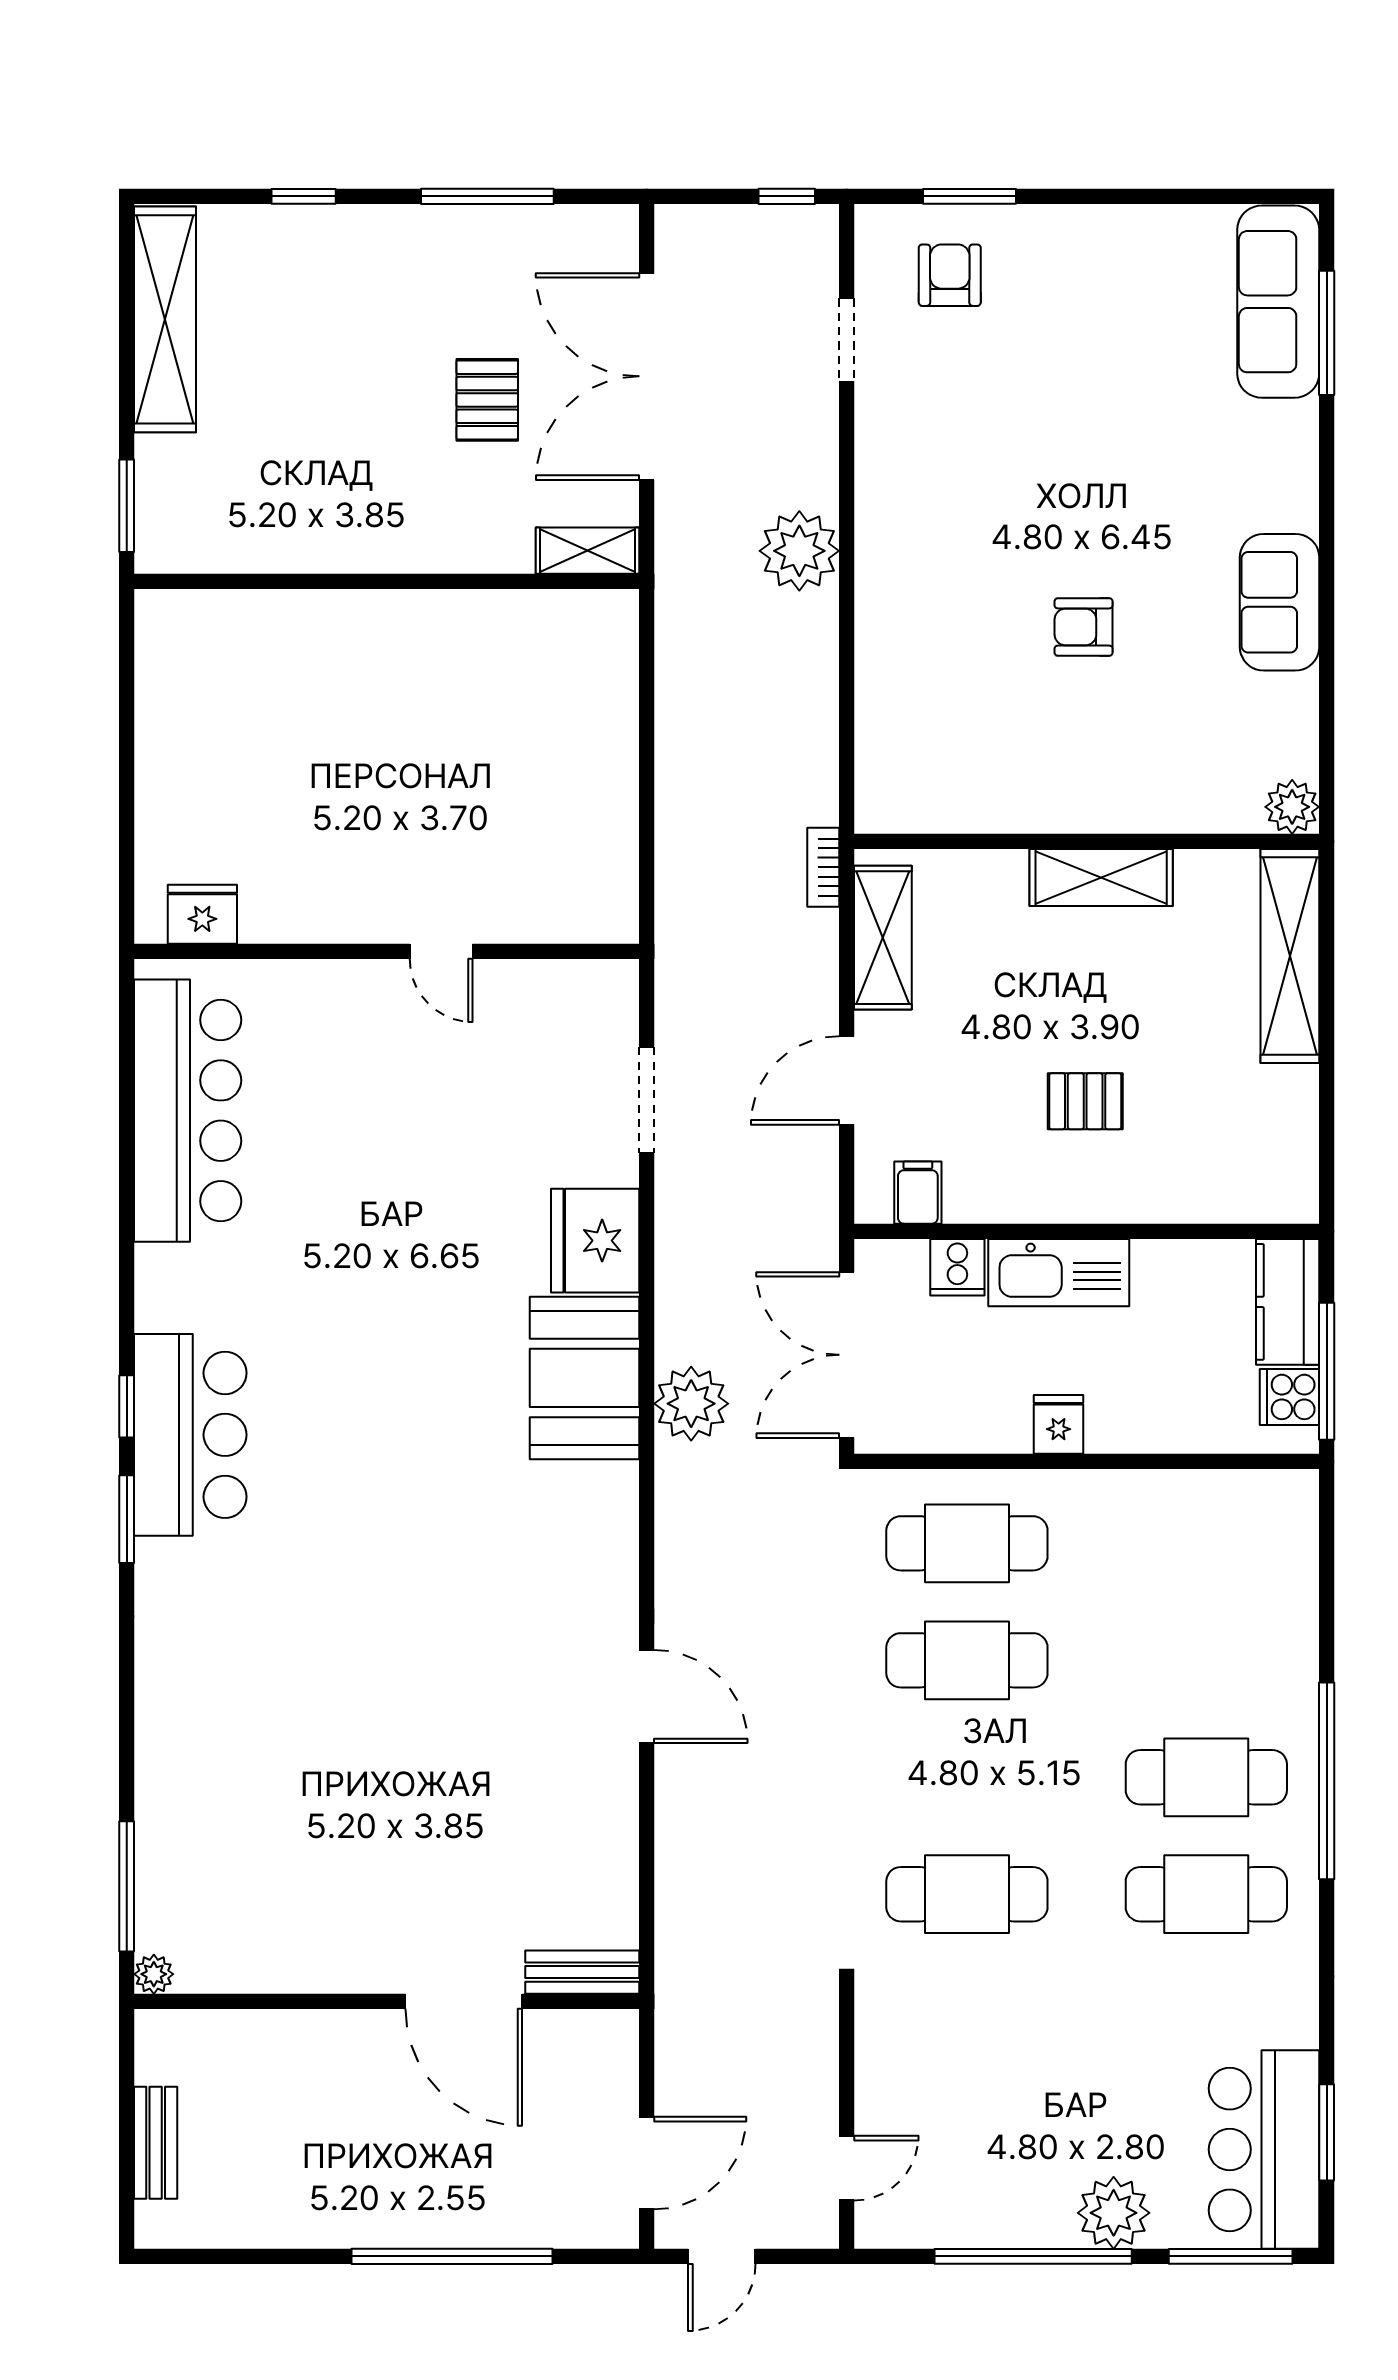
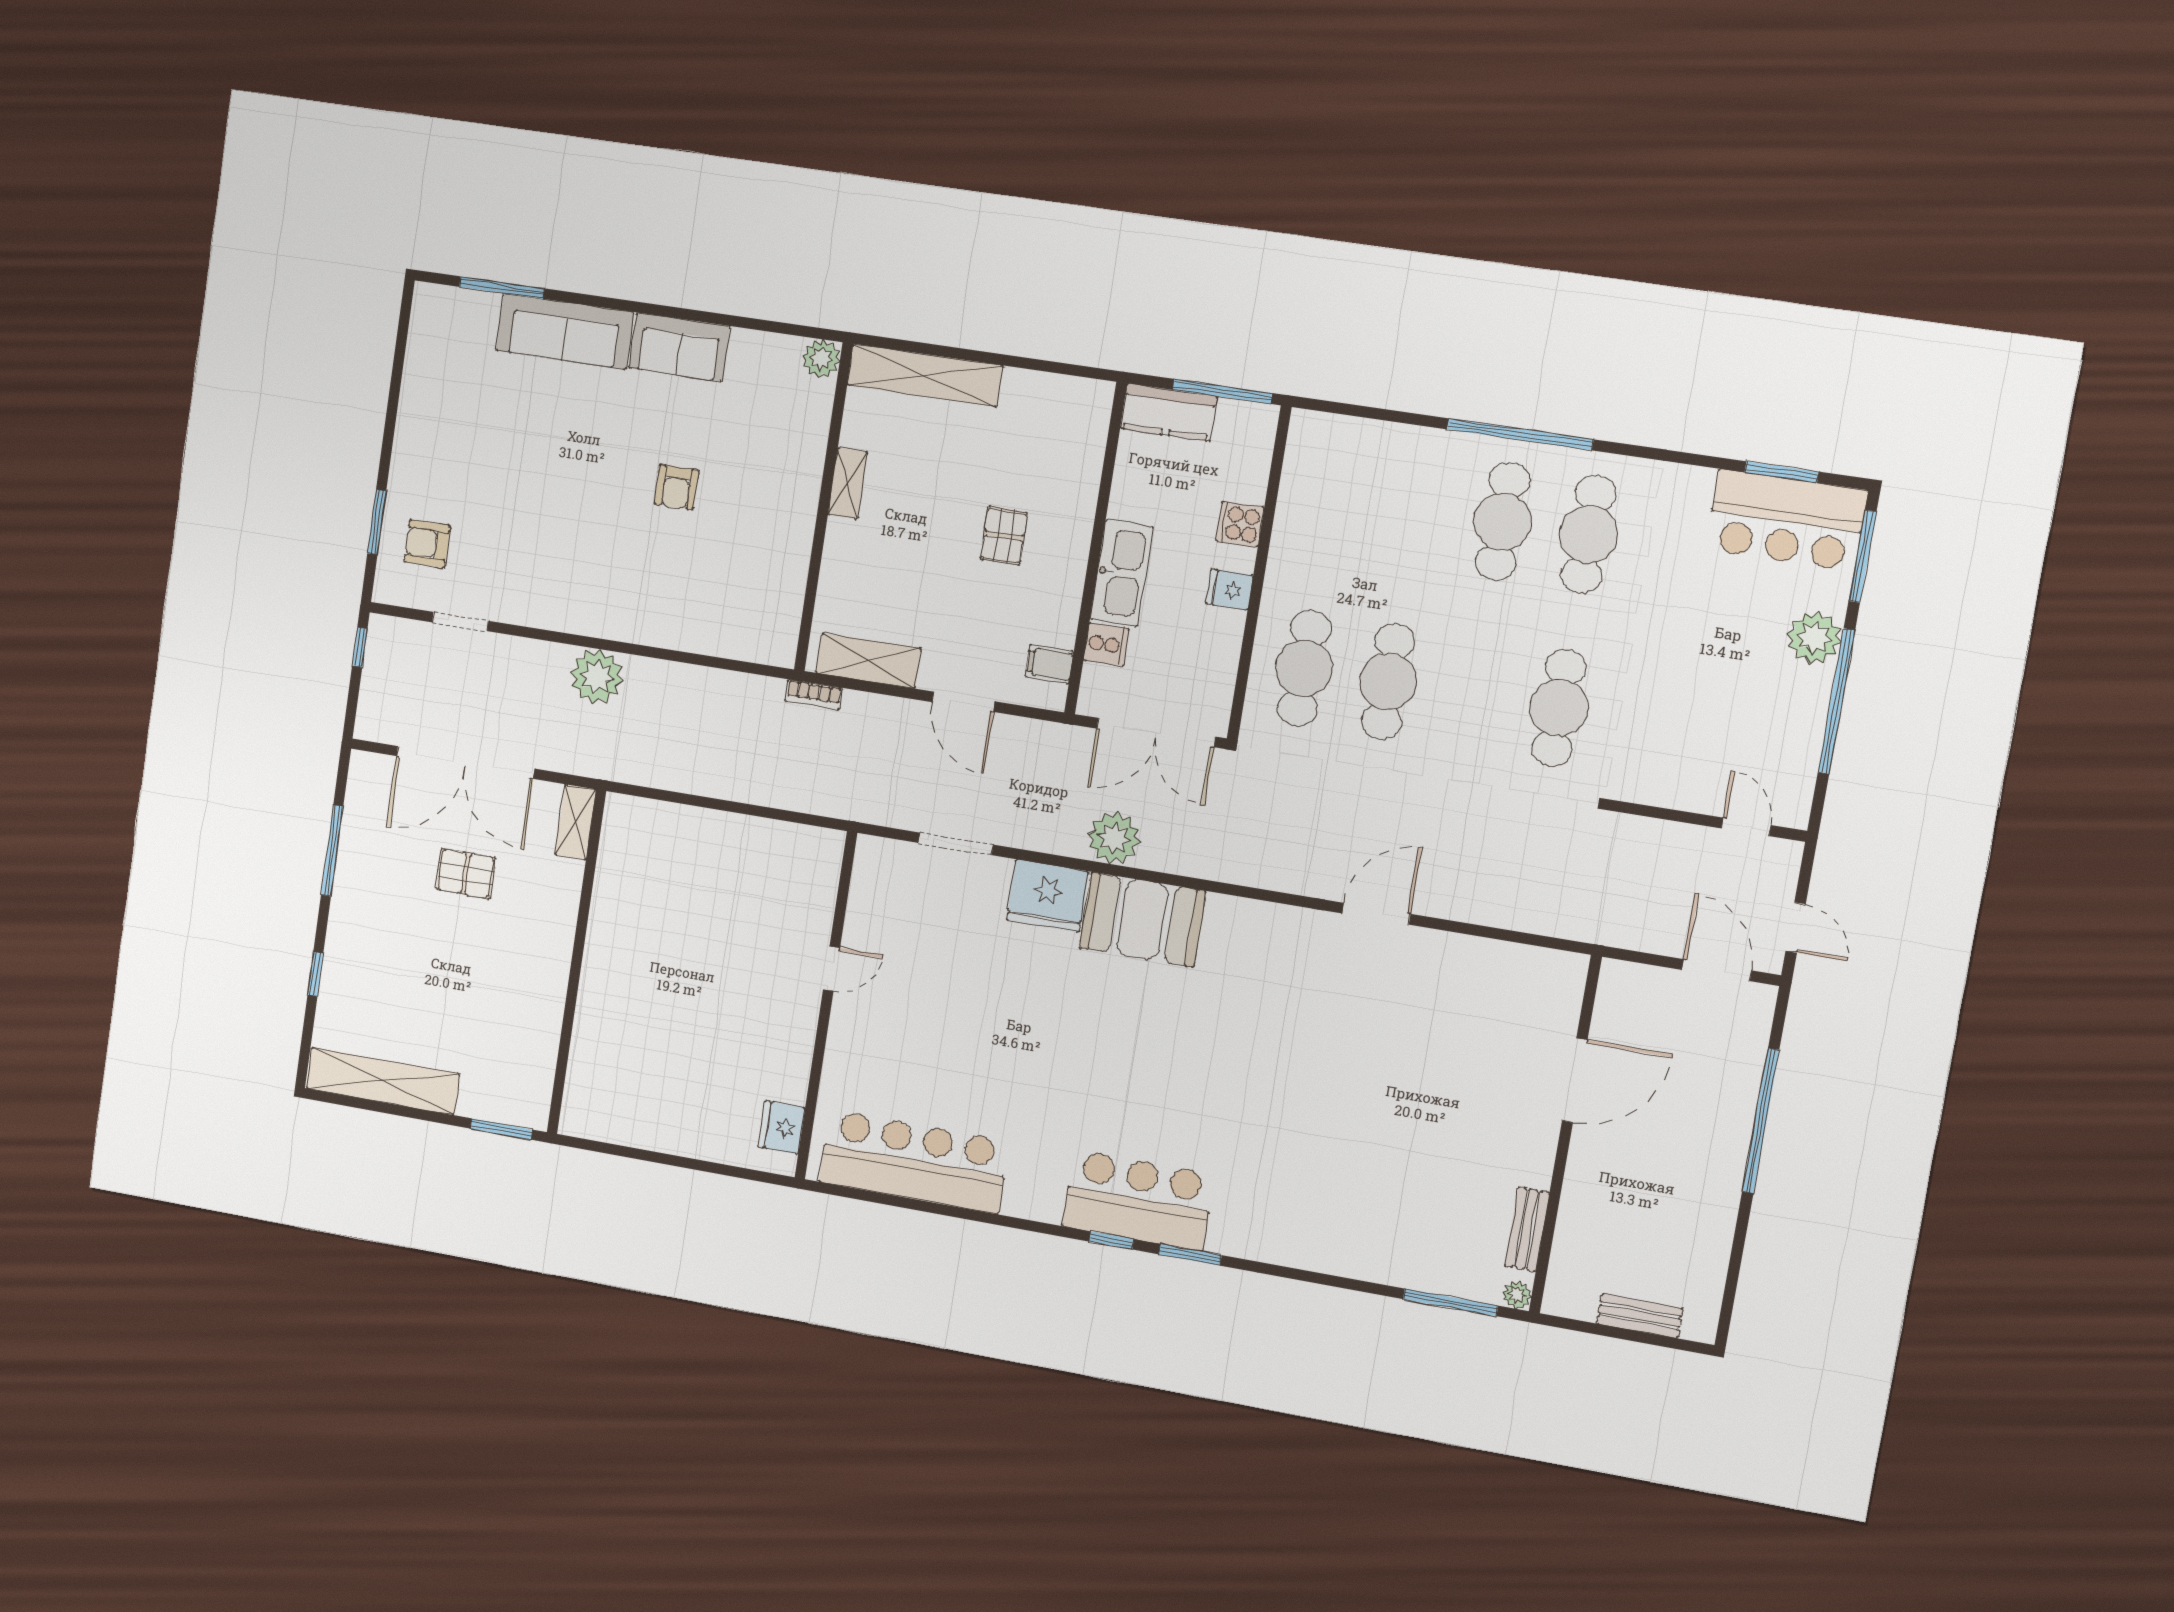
sofa: (1278, 302) -> (565, 331), moved
shelving: (1101, 877) -> (848, 483), width x0.67, depth x0.75
cooker: (1290, 1397) -> (1240, 524), moved, turned 90
plant: (691, 1404) -> (1114, 838), moved
bench: (582, 1972) -> (1527, 1229), moved

